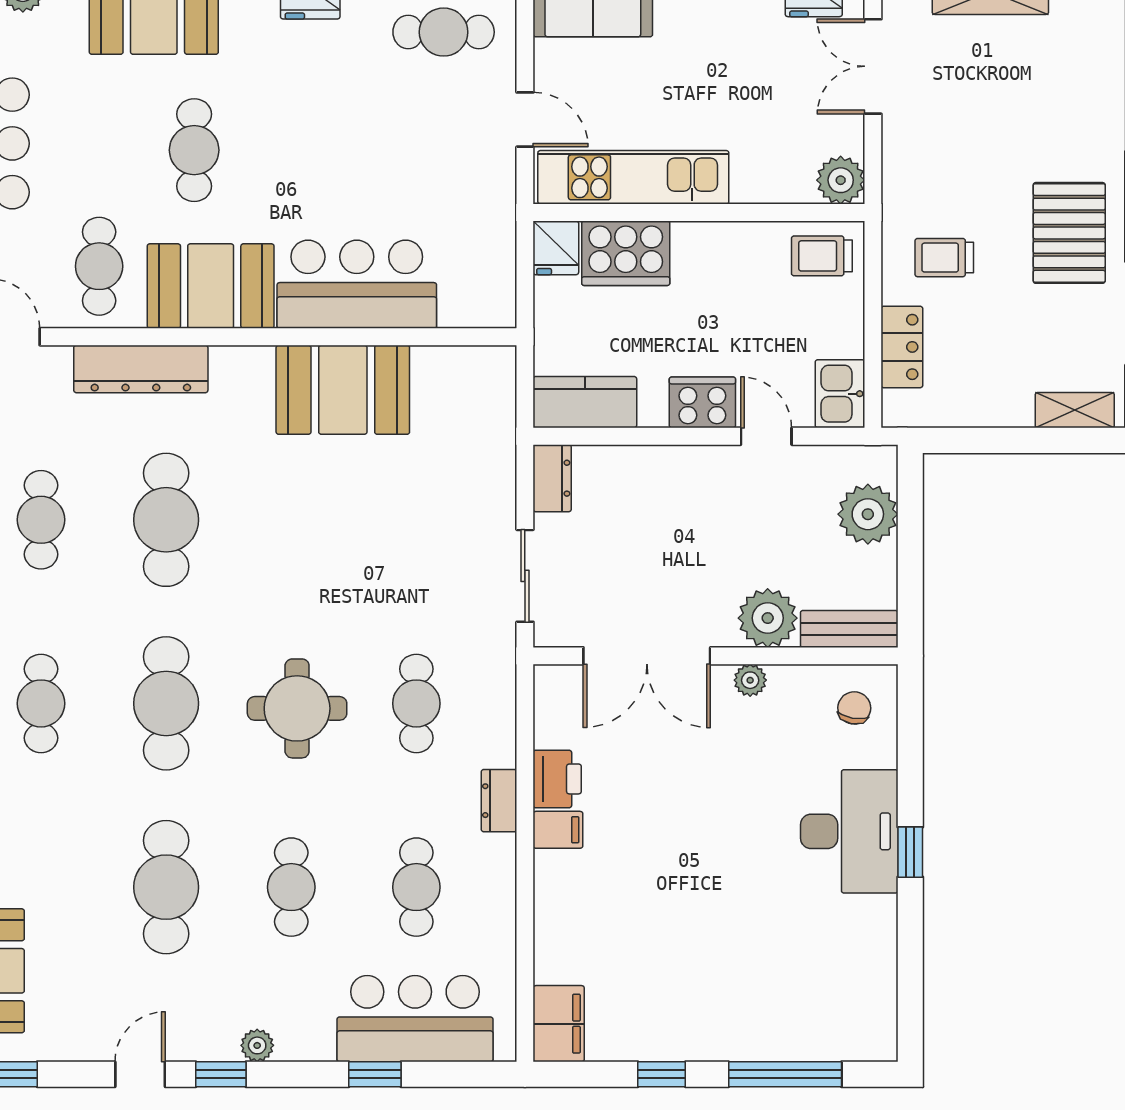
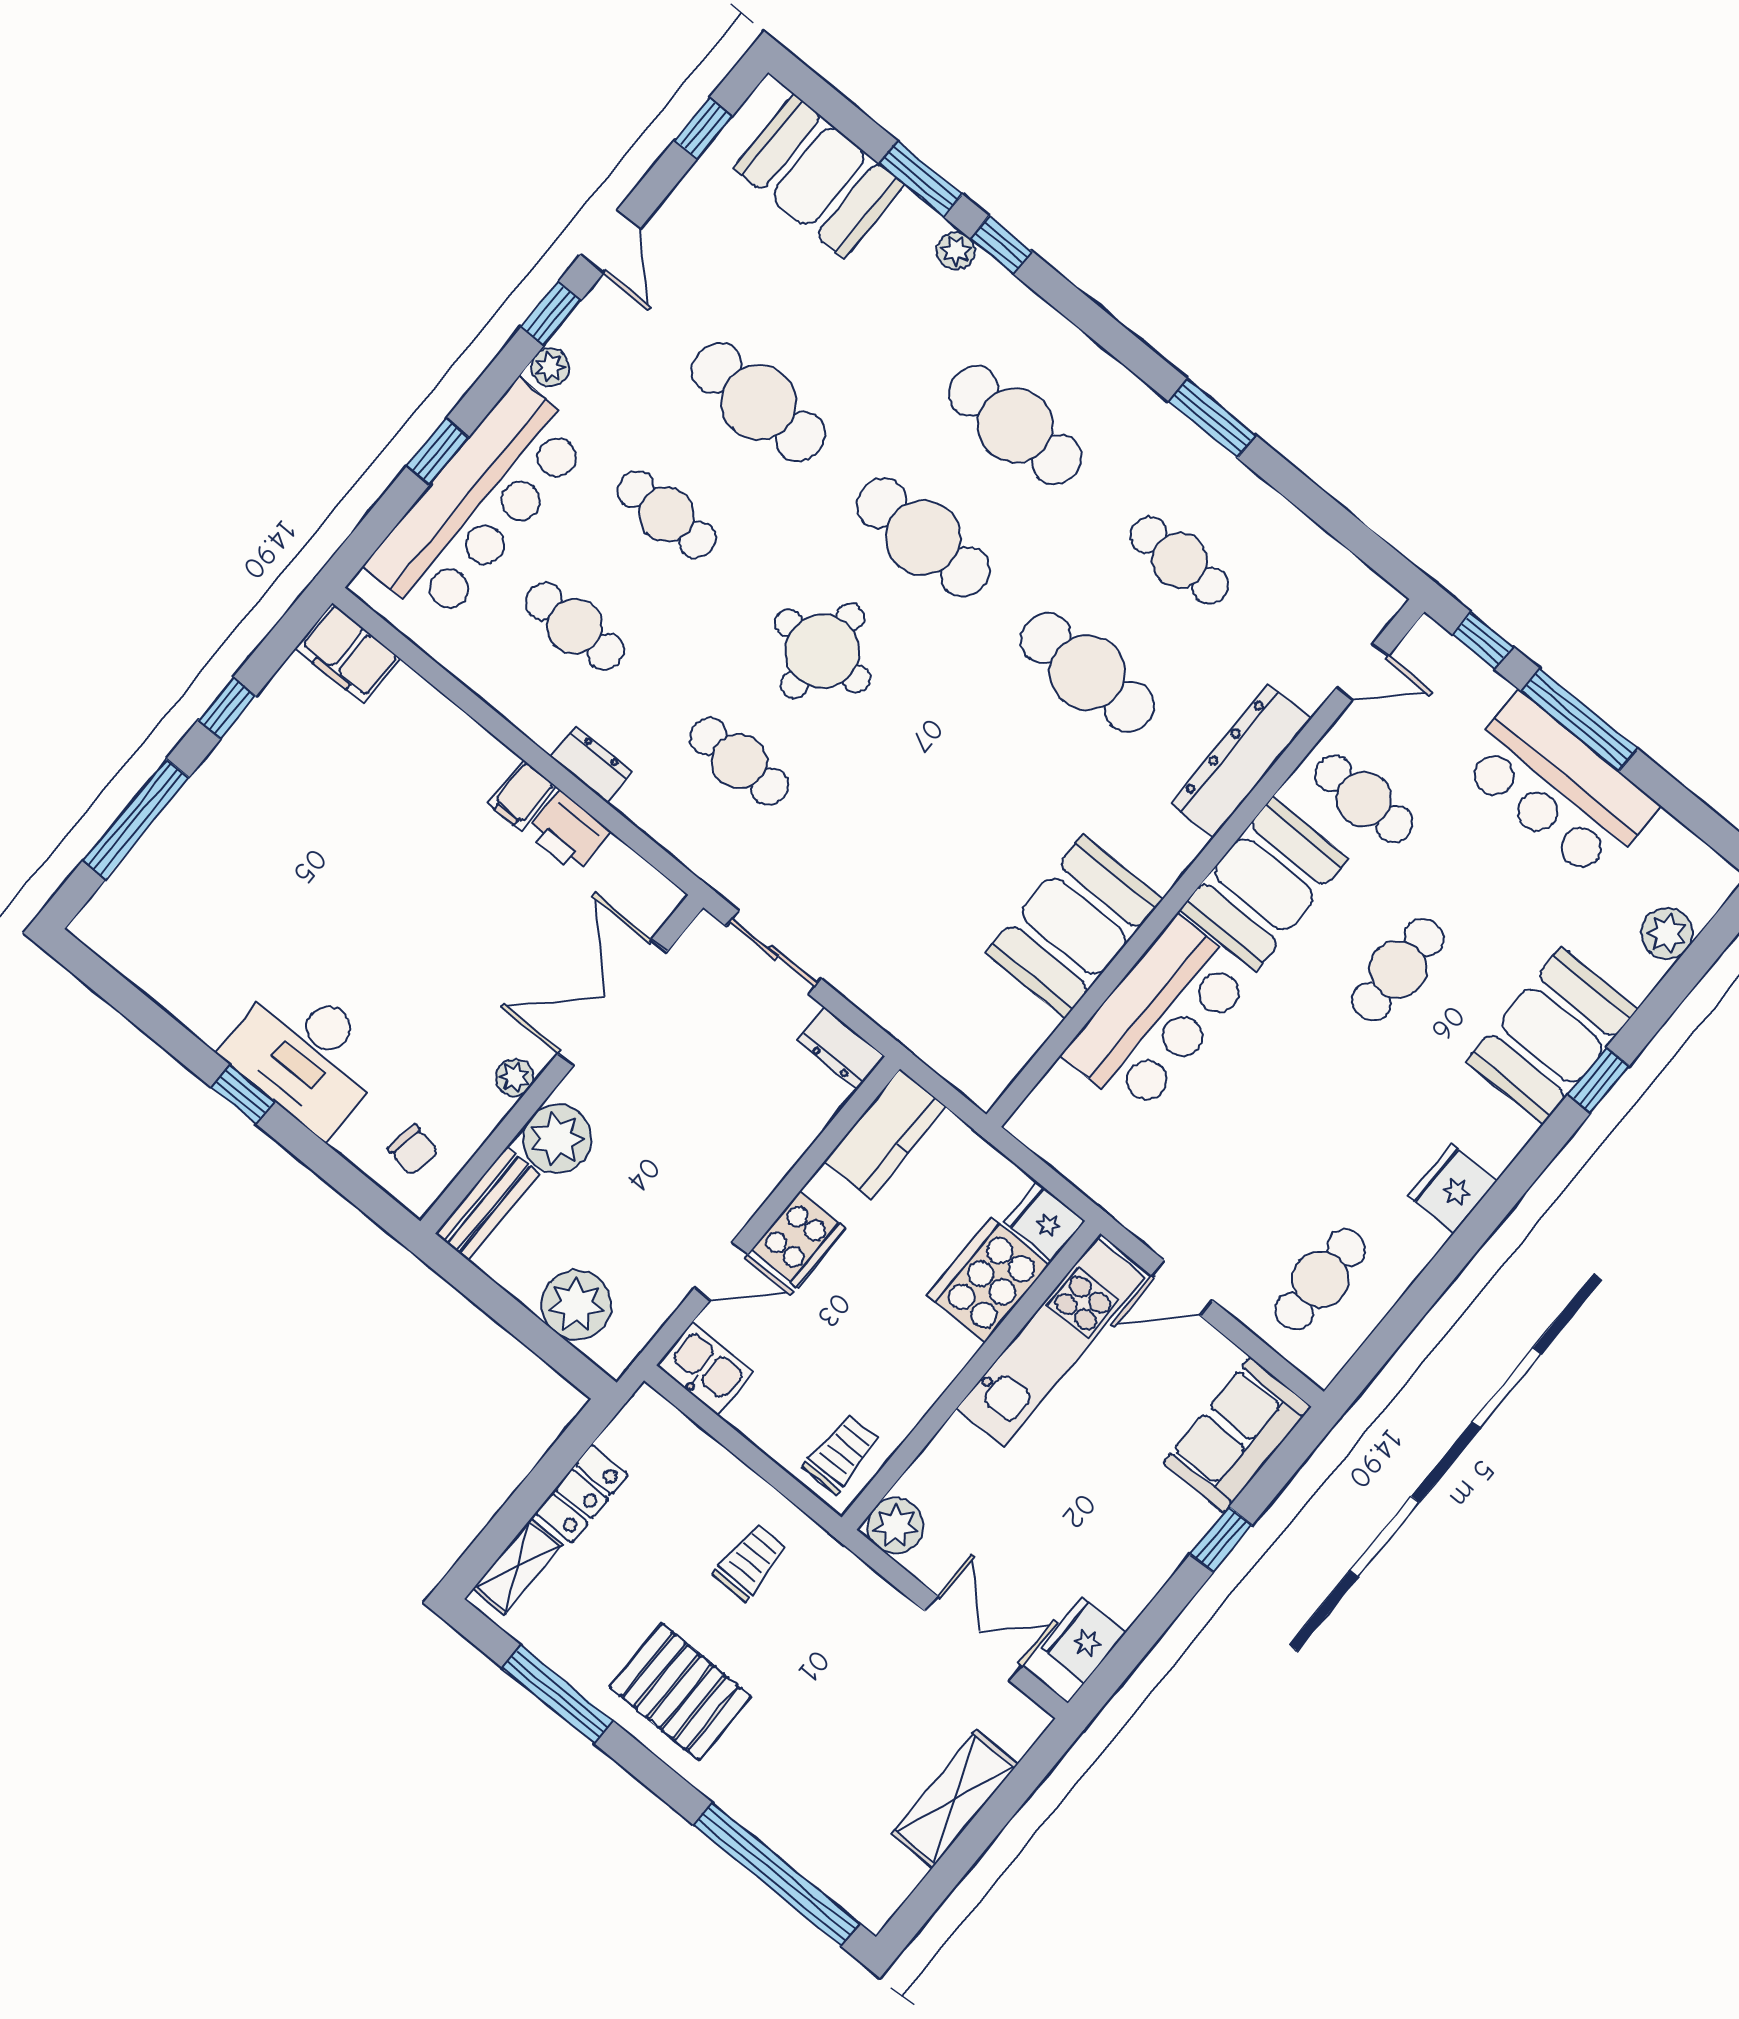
cafe table: (194, 150) -> (1398, 969), turned 90
locker: (902, 347) -> (582, 1494), moved, turned -90
cafe table: (41, 703) -> (1015, 425), width x1.37, depth x1.35
bar counter: (415, 1019) -> (479, 503), width x1.36

